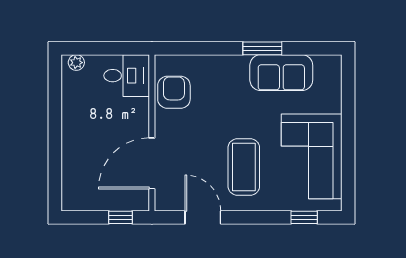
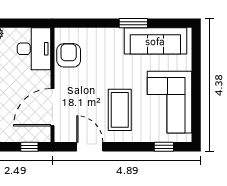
sofa: (281, 73) -> (155, 41), width x1.36
desk: (127, 76) -> (34, 49), width x1.37

